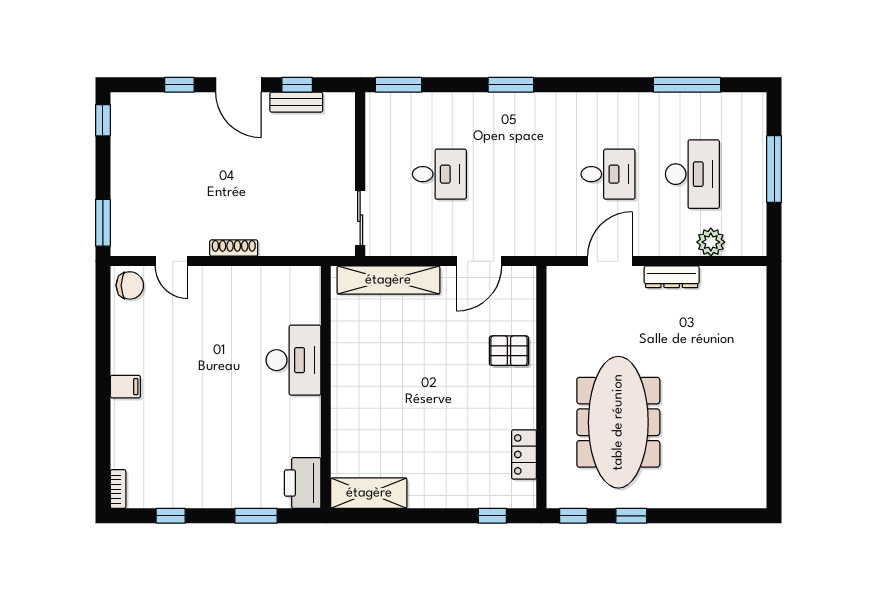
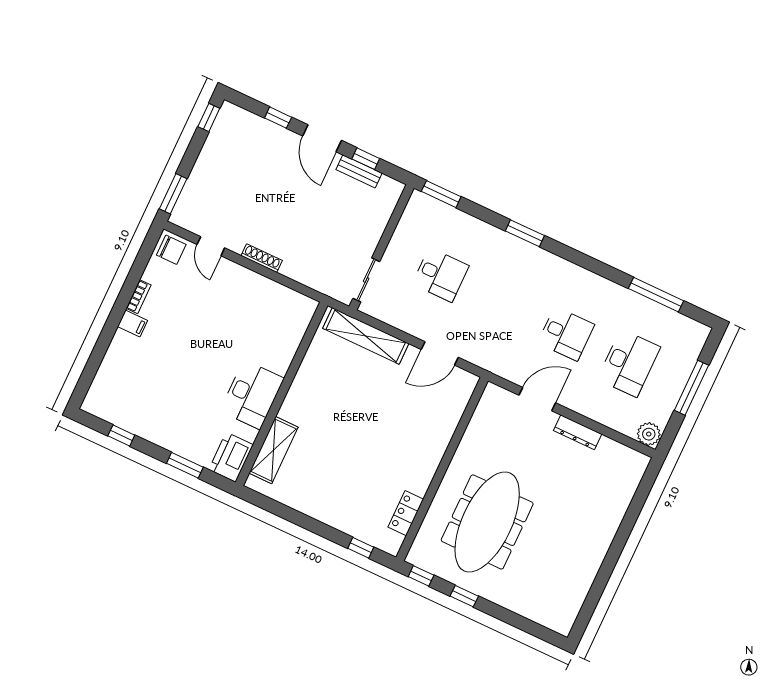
plant: (711, 242) -> (649, 434), moved
pallet: (509, 351) -> (431, 431), removed
desk: (294, 360) -> (252, 395), moved
bookcase: (118, 489) -> (139, 297), moved
shelving: (369, 493) -> (274, 450), moved, turned 90

